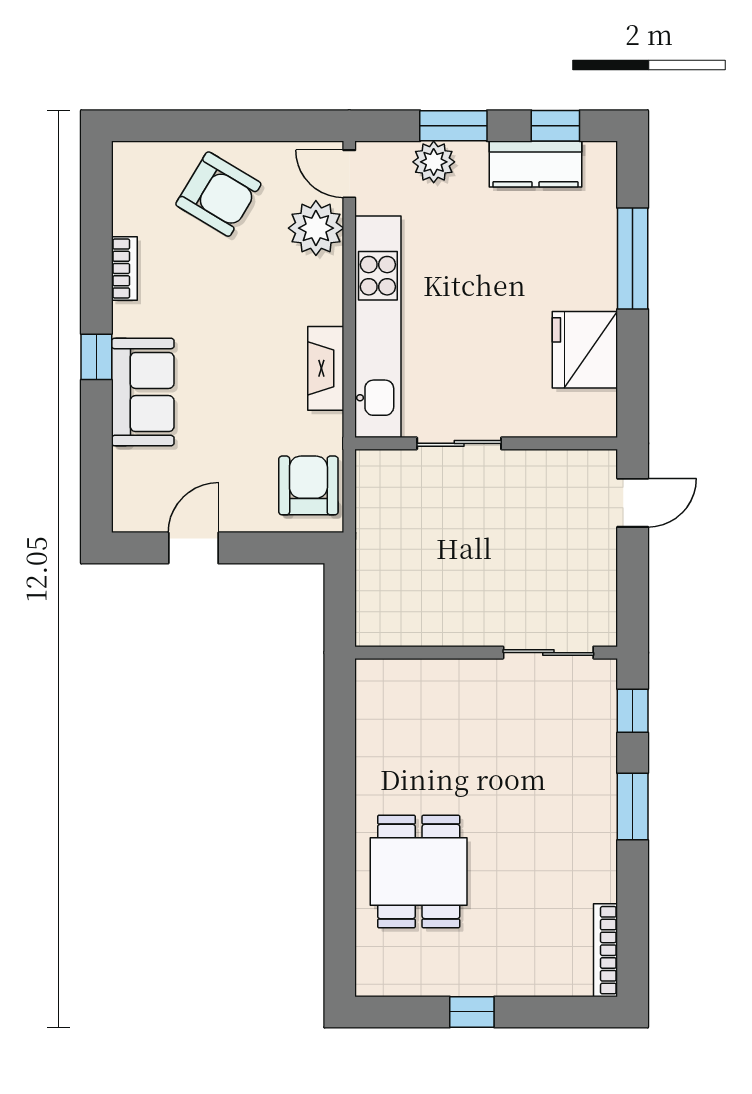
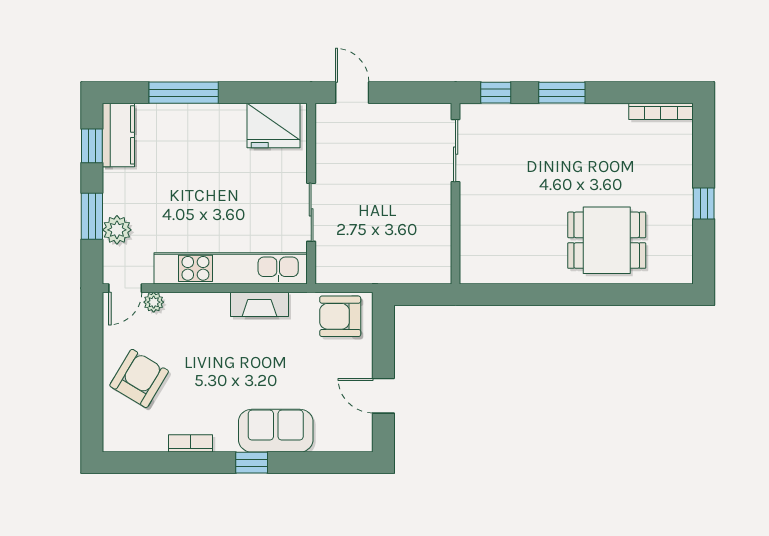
kitchen counter: (535, 164) -> (118, 135), moved
plant: (316, 228) -> (154, 302), width x0.53, depth x0.53
fridge: (585, 350) -> (274, 125), moved

